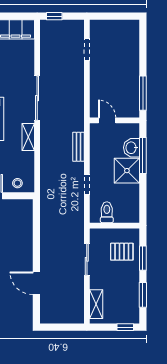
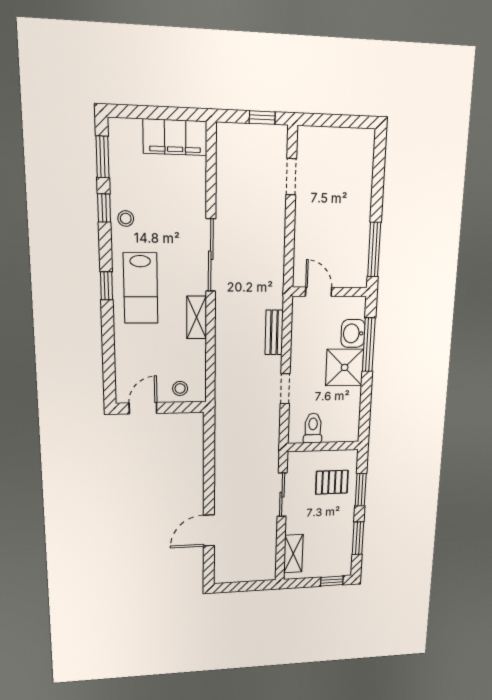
window: (54, 16) -> (262, 118), moved
door: (36, 283) -> (209, 530), hinge flipped

